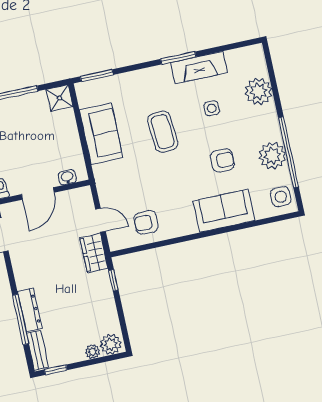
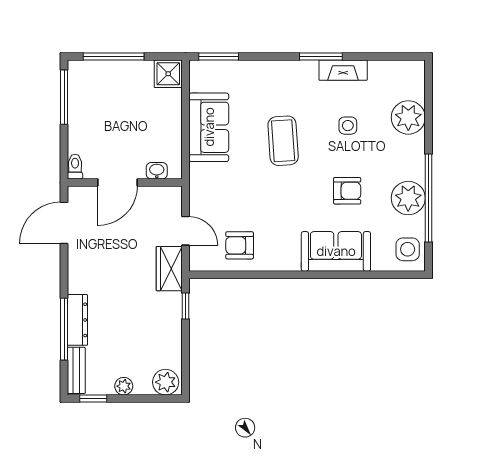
fireplace: (199, 68) -> (343, 70), width x0.73, depth x0.76
plant: (93, 352) -> (124, 386), moved

